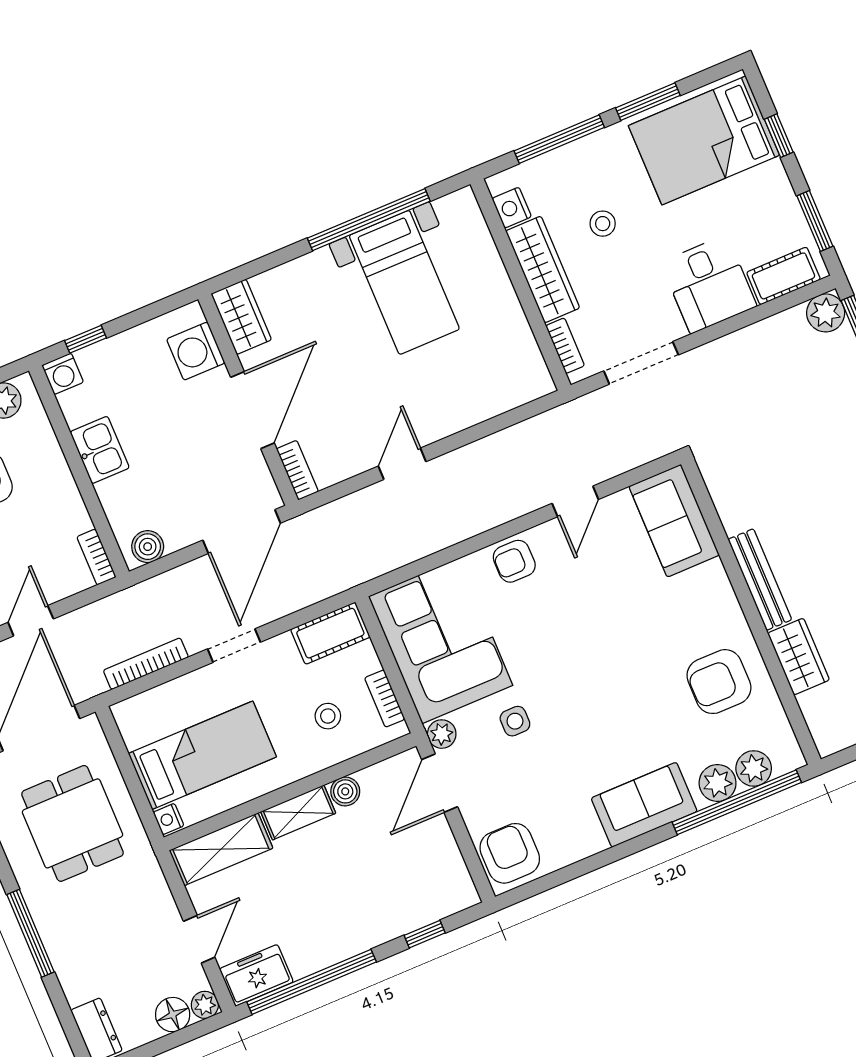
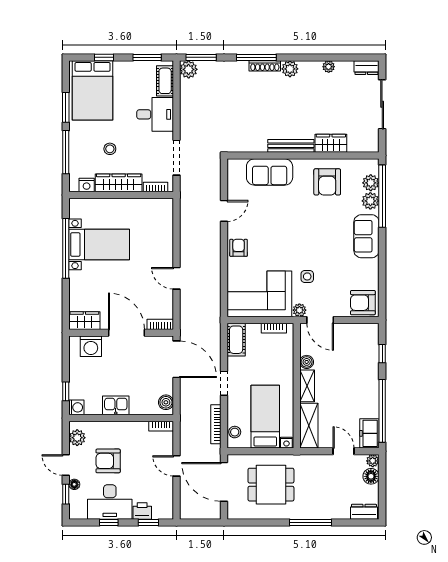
door: (575, 501) -> (224, 211), hinge flipped
sofa: (674, 521) -> (270, 172), moved
armchair: (514, 561) -> (239, 248), turned 180
stool: (328, 716) -> (235, 432), moved

